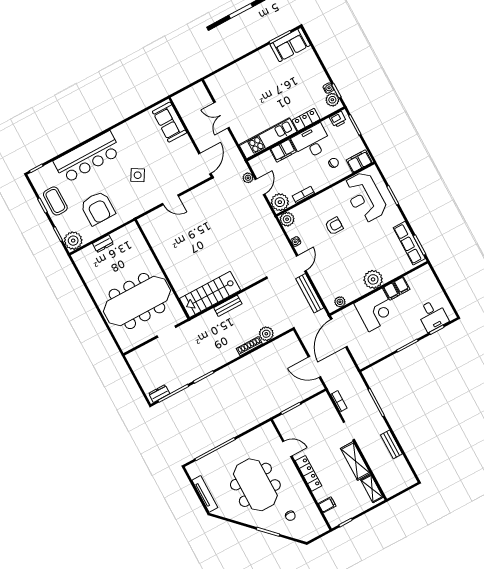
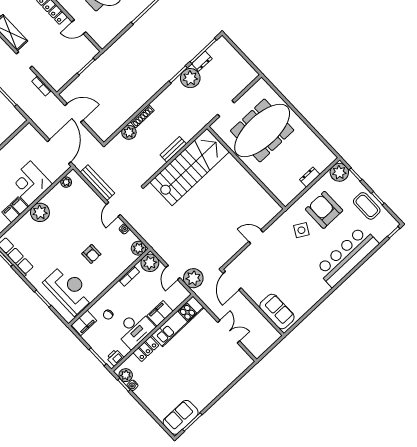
side table: (138, 175) -> (301, 230), moved
plant: (248, 178) -> (193, 278), width x1.87, depth x1.87
armchair: (334, 226) -> (91, 254), turned -90
stairs: (210, 294) -> (190, 167), width x1.36, depth x1.51
plant: (193, 370) -> (190, 78), added
dresser: (159, 393) -> (202, 61), moved

